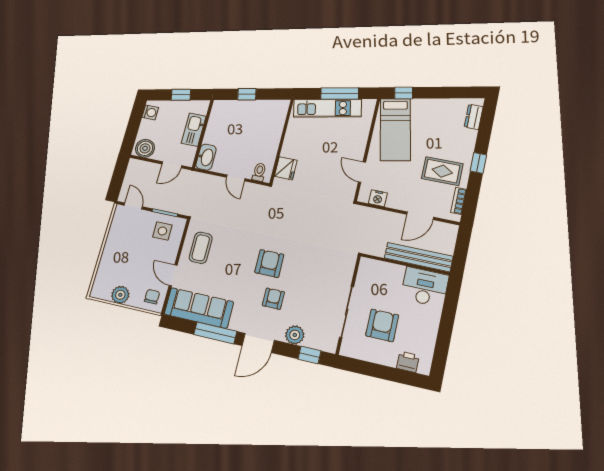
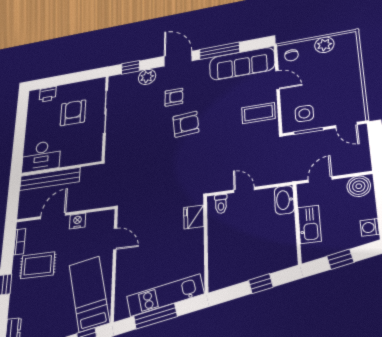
nightstand: (378, 198) -> (77, 221), moved
coffee table: (201, 248) -> (258, 113), turned 90
armchair: (269, 263) -> (186, 124), turned -95
armchair: (273, 299) -> (174, 97), turned -90
armchair: (382, 325) -> (73, 113), turned 180
door: (258, 343) -> (178, 59), hinge flipped

